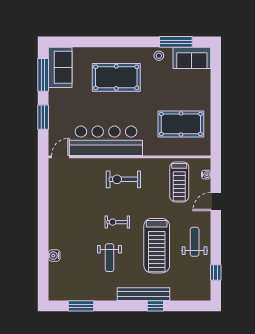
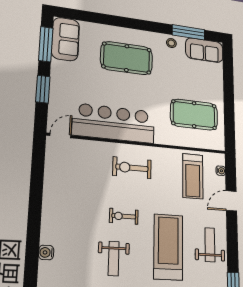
treadmill: (157, 246) -> (168, 247), turned 180

